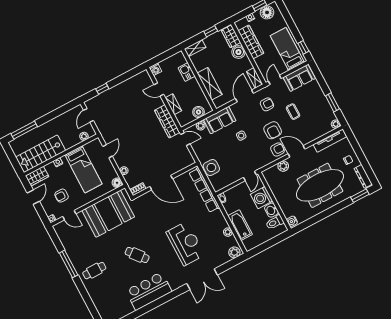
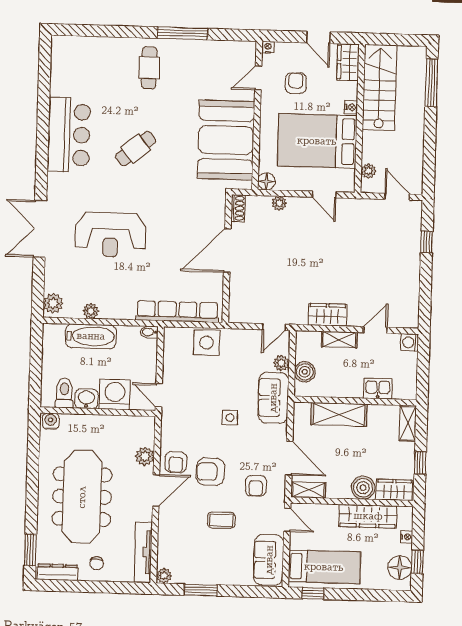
wardrobe: (167, 121) -> (328, 315), width x0.67
bed: (83, 169) -> (317, 141), width x1.50

